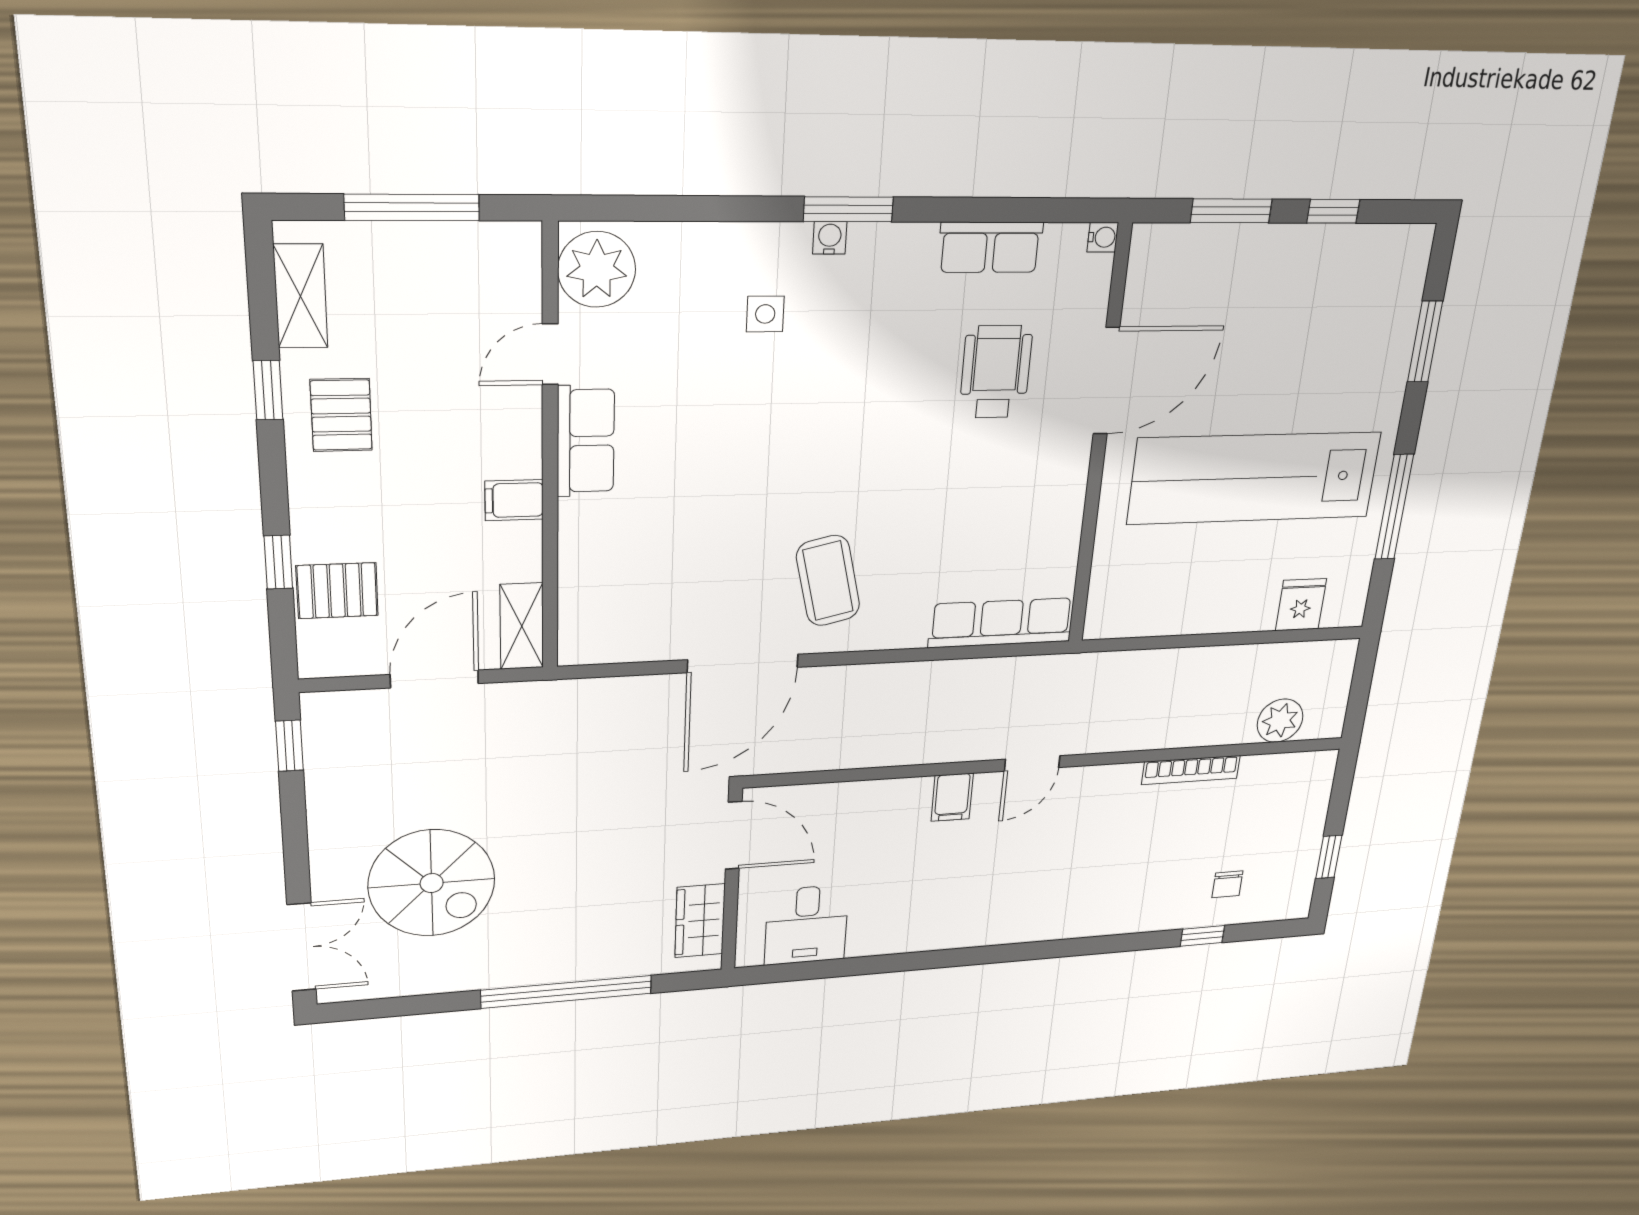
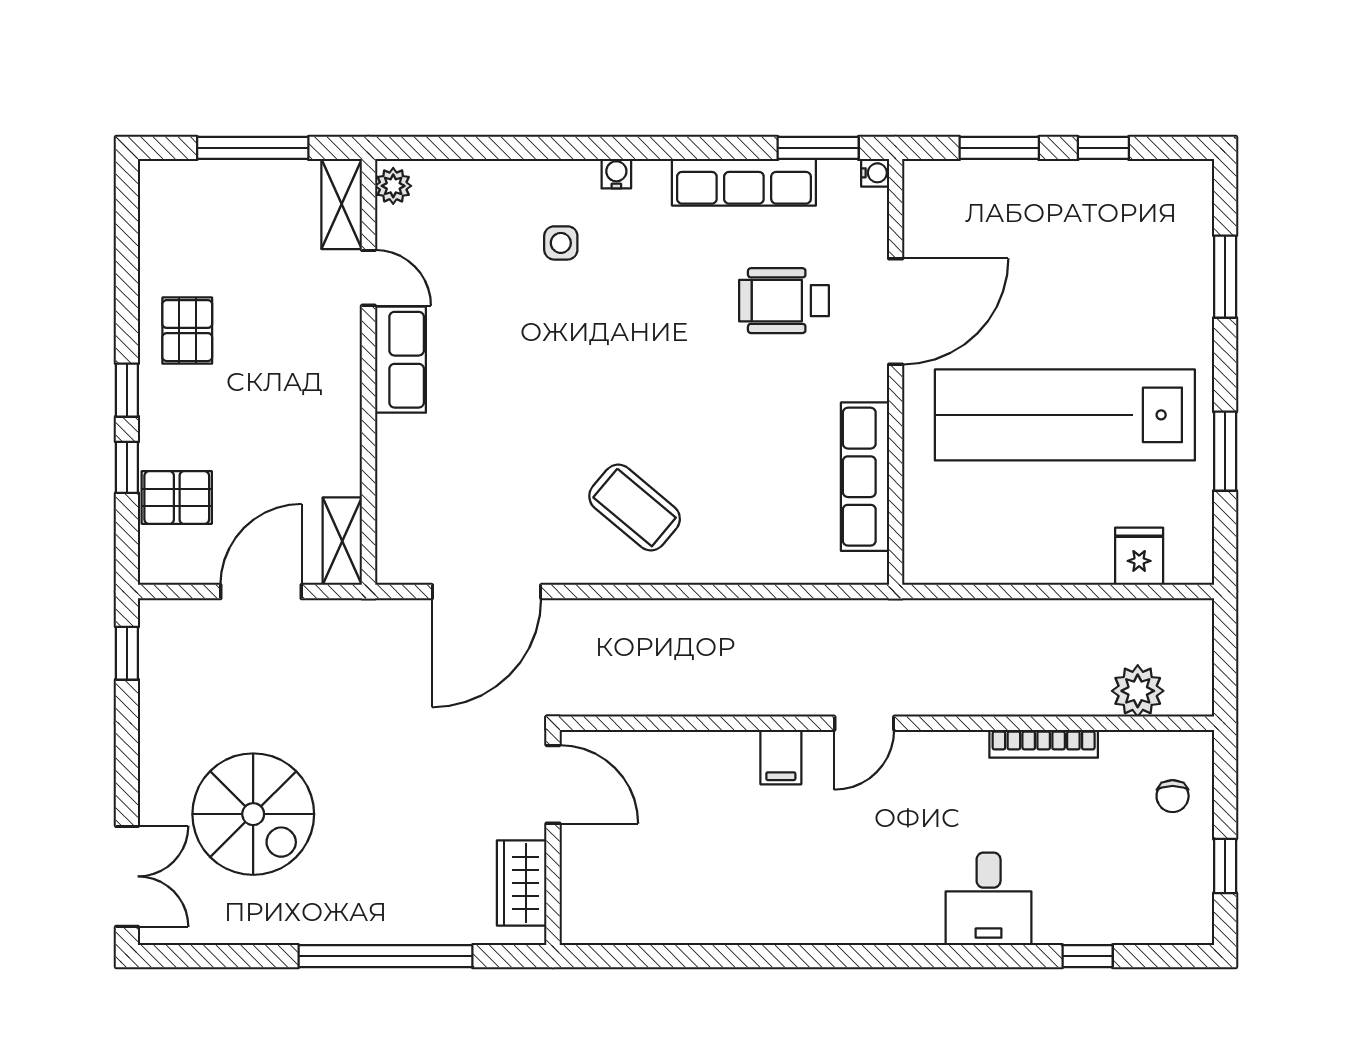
window: (848, 209) -> (818, 148), moved
row of seats: (990, 247) -> (744, 182), width x1.48
plant: (597, 269) -> (393, 186), width x0.53, depth x0.53
shelving: (301, 296) -> (342, 204), moved
door: (550, 354) -> (369, 278), swing flipped
wheelchair: (996, 372) -> (784, 301), turned -90
window: (268, 390) -> (127, 390), moved
filing cabinet: (514, 500) -> (336, 415), removed
window: (1394, 507) -> (1225, 451), width x0.69
coffee table: (828, 581) -> (635, 507), turned -37
row of seats: (1001, 623) -> (865, 477), moved, turned -90
door: (743, 663) -> (487, 592), moved
chair: (1227, 884) -> (1173, 796), moved
desk: (806, 925) -> (989, 899), moved

